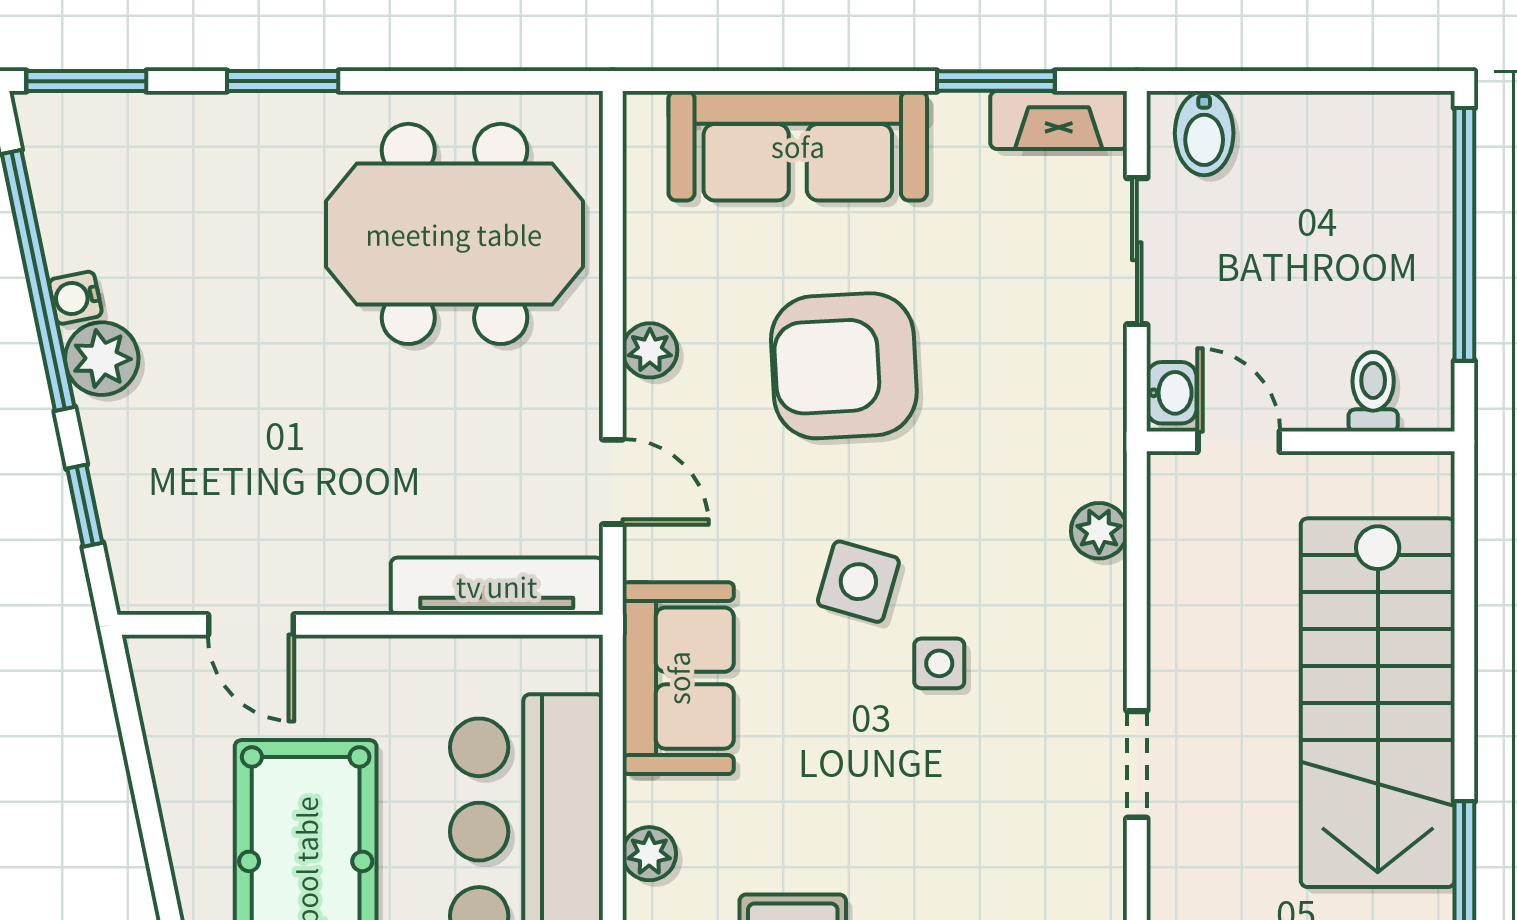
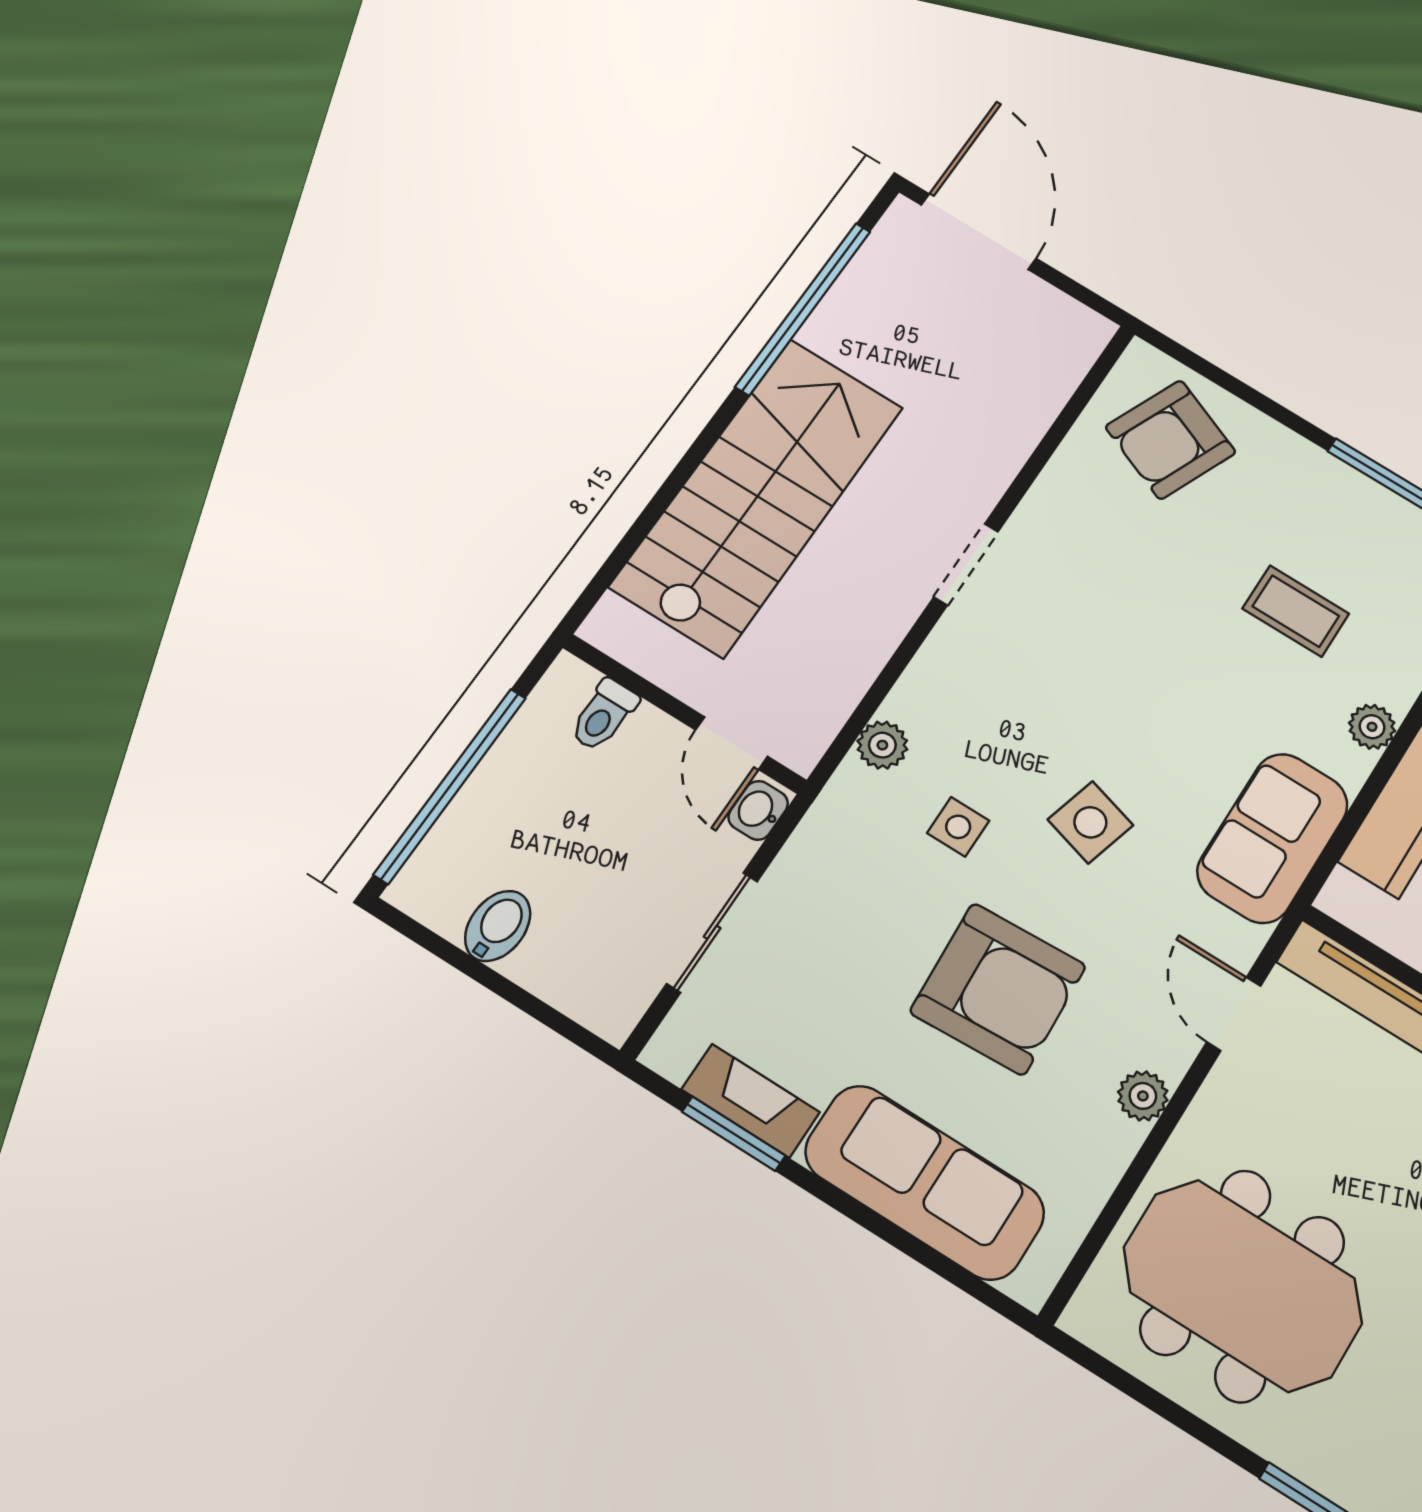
fireplace: (1059, 120) -> (751, 1101), moved
bidet: (1204, 133) -> (498, 926), moved
side table: (939, 663) -> (958, 827), moved

